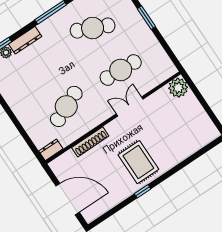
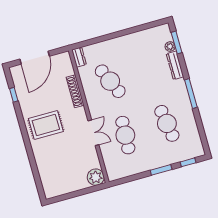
cafe table: (93, 28) -> (167, 123), turned -33
window: (143, 191) -> (14, 95), moved

